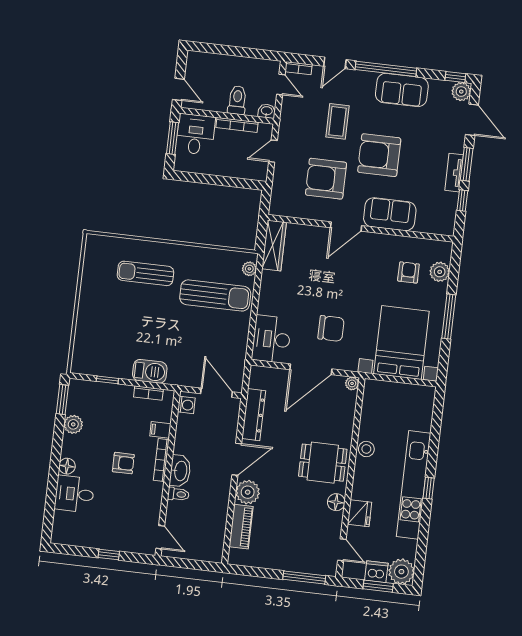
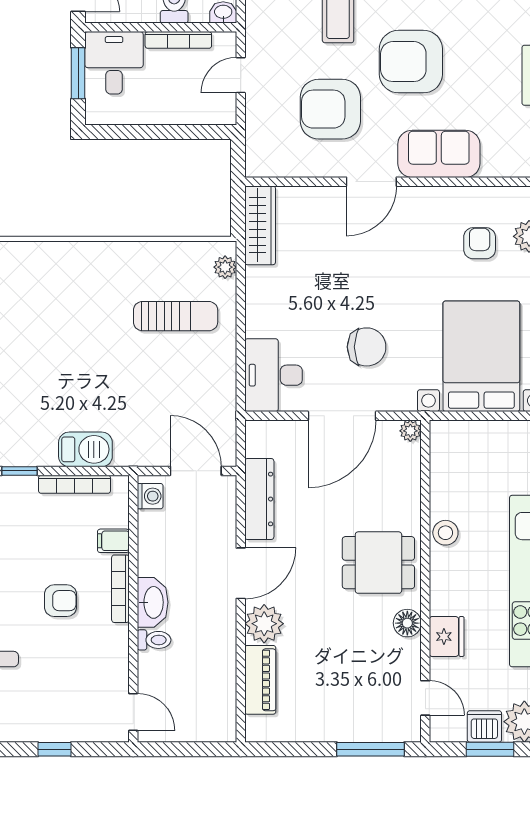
sun lounger: (145, 273) -> (60, 294), removed
sun lounger: (215, 295) -> (176, 316), width x0.73, depth x0.75
bookcase: (148, 393) -> (74, 484), width x1.56

